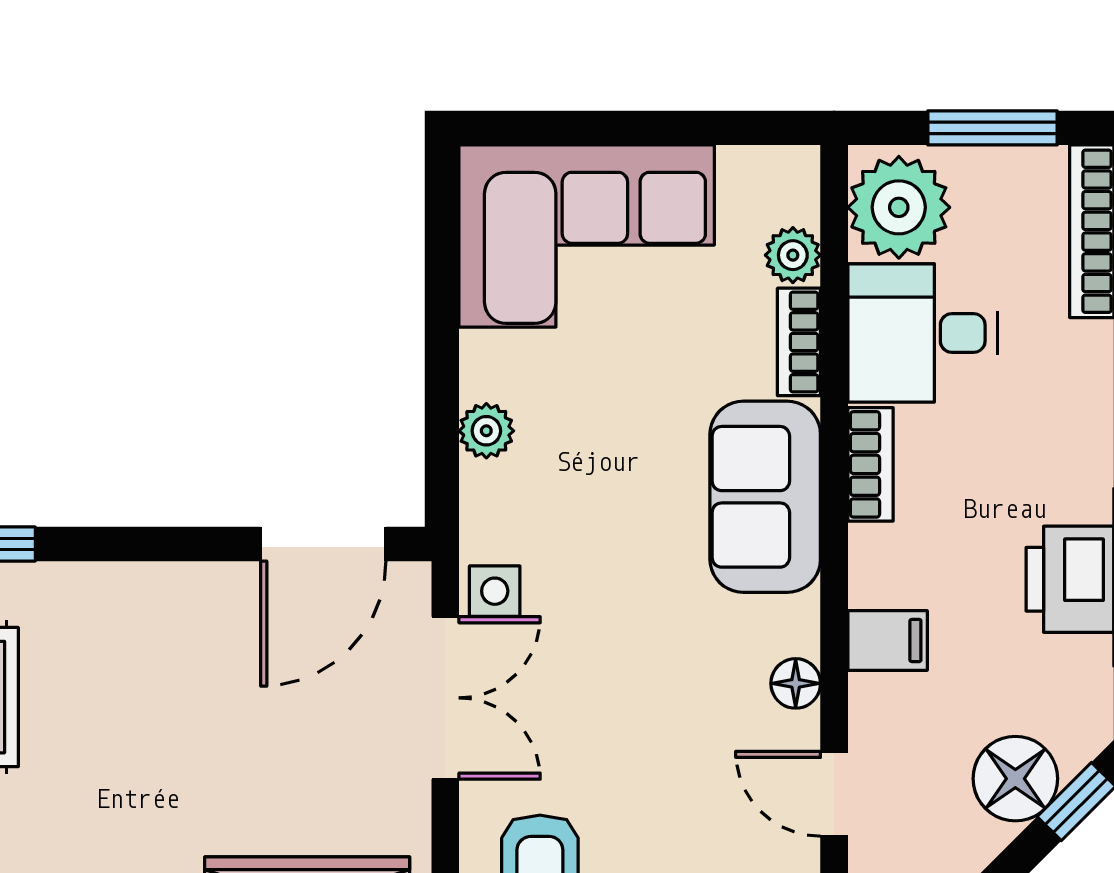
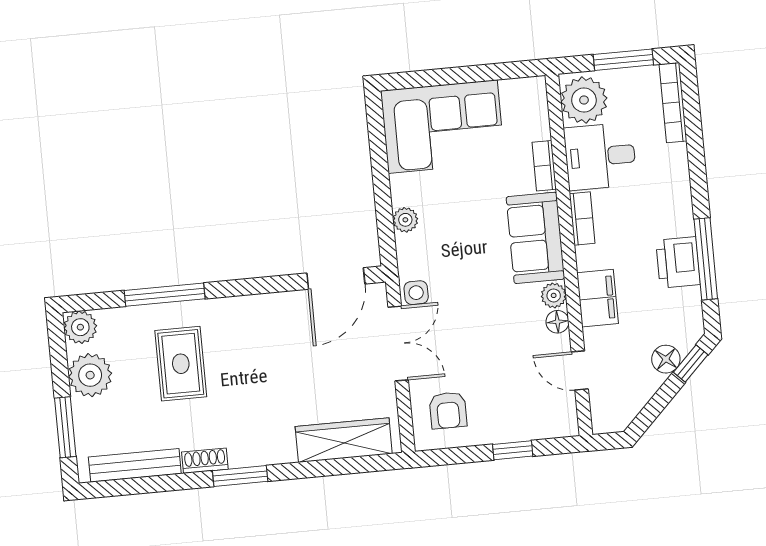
plant: (793, 255) -> (554, 295), moved
filing cabinet: (888, 640) -> (598, 298), width x2.00
floor lamp: (1015, 779) -> (666, 359), width x0.73, depth x0.73

